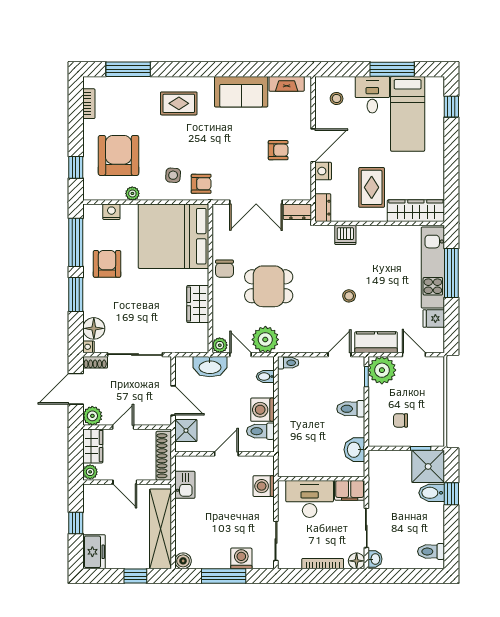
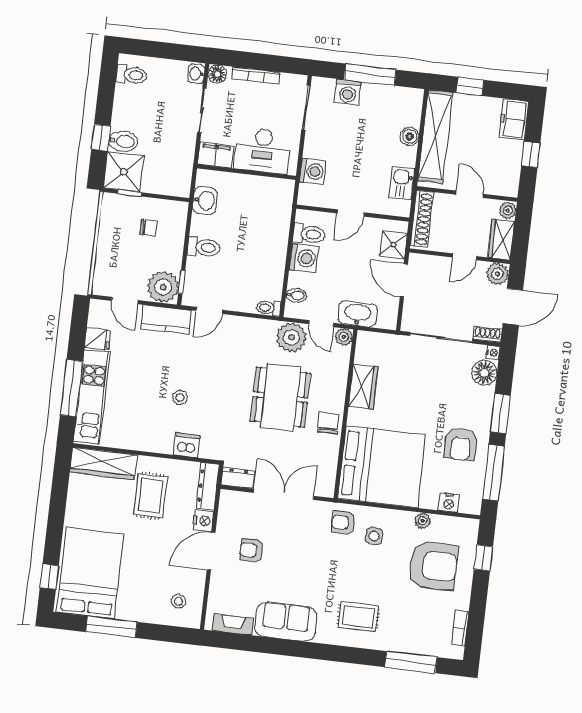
desk: (372, 95) -> (137, 601), removed
bed: (408, 114) -> (90, 573), width x1.50
armchair: (119, 155) -> (433, 566), turned -90
dresser: (323, 208) -> (208, 486), width x1.44
dining table: (269, 286) -> (280, 397), width x1.38
stool: (349, 296) -> (180, 398), moved
boiler: (183, 561) -> (409, 136), moved

